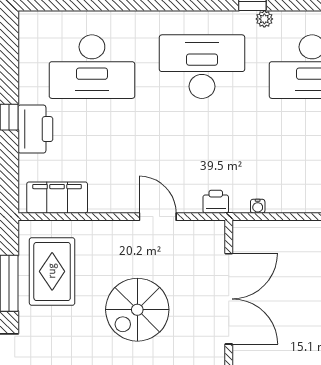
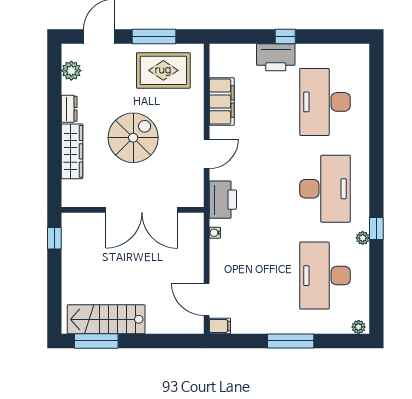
filing cabinet: (57, 198) -> (222, 101), moved
printer: (216, 202) -> (223, 200), width x1.87, depth x1.48
spiral stairs: (137, 310) -> (133, 138), turned 90

